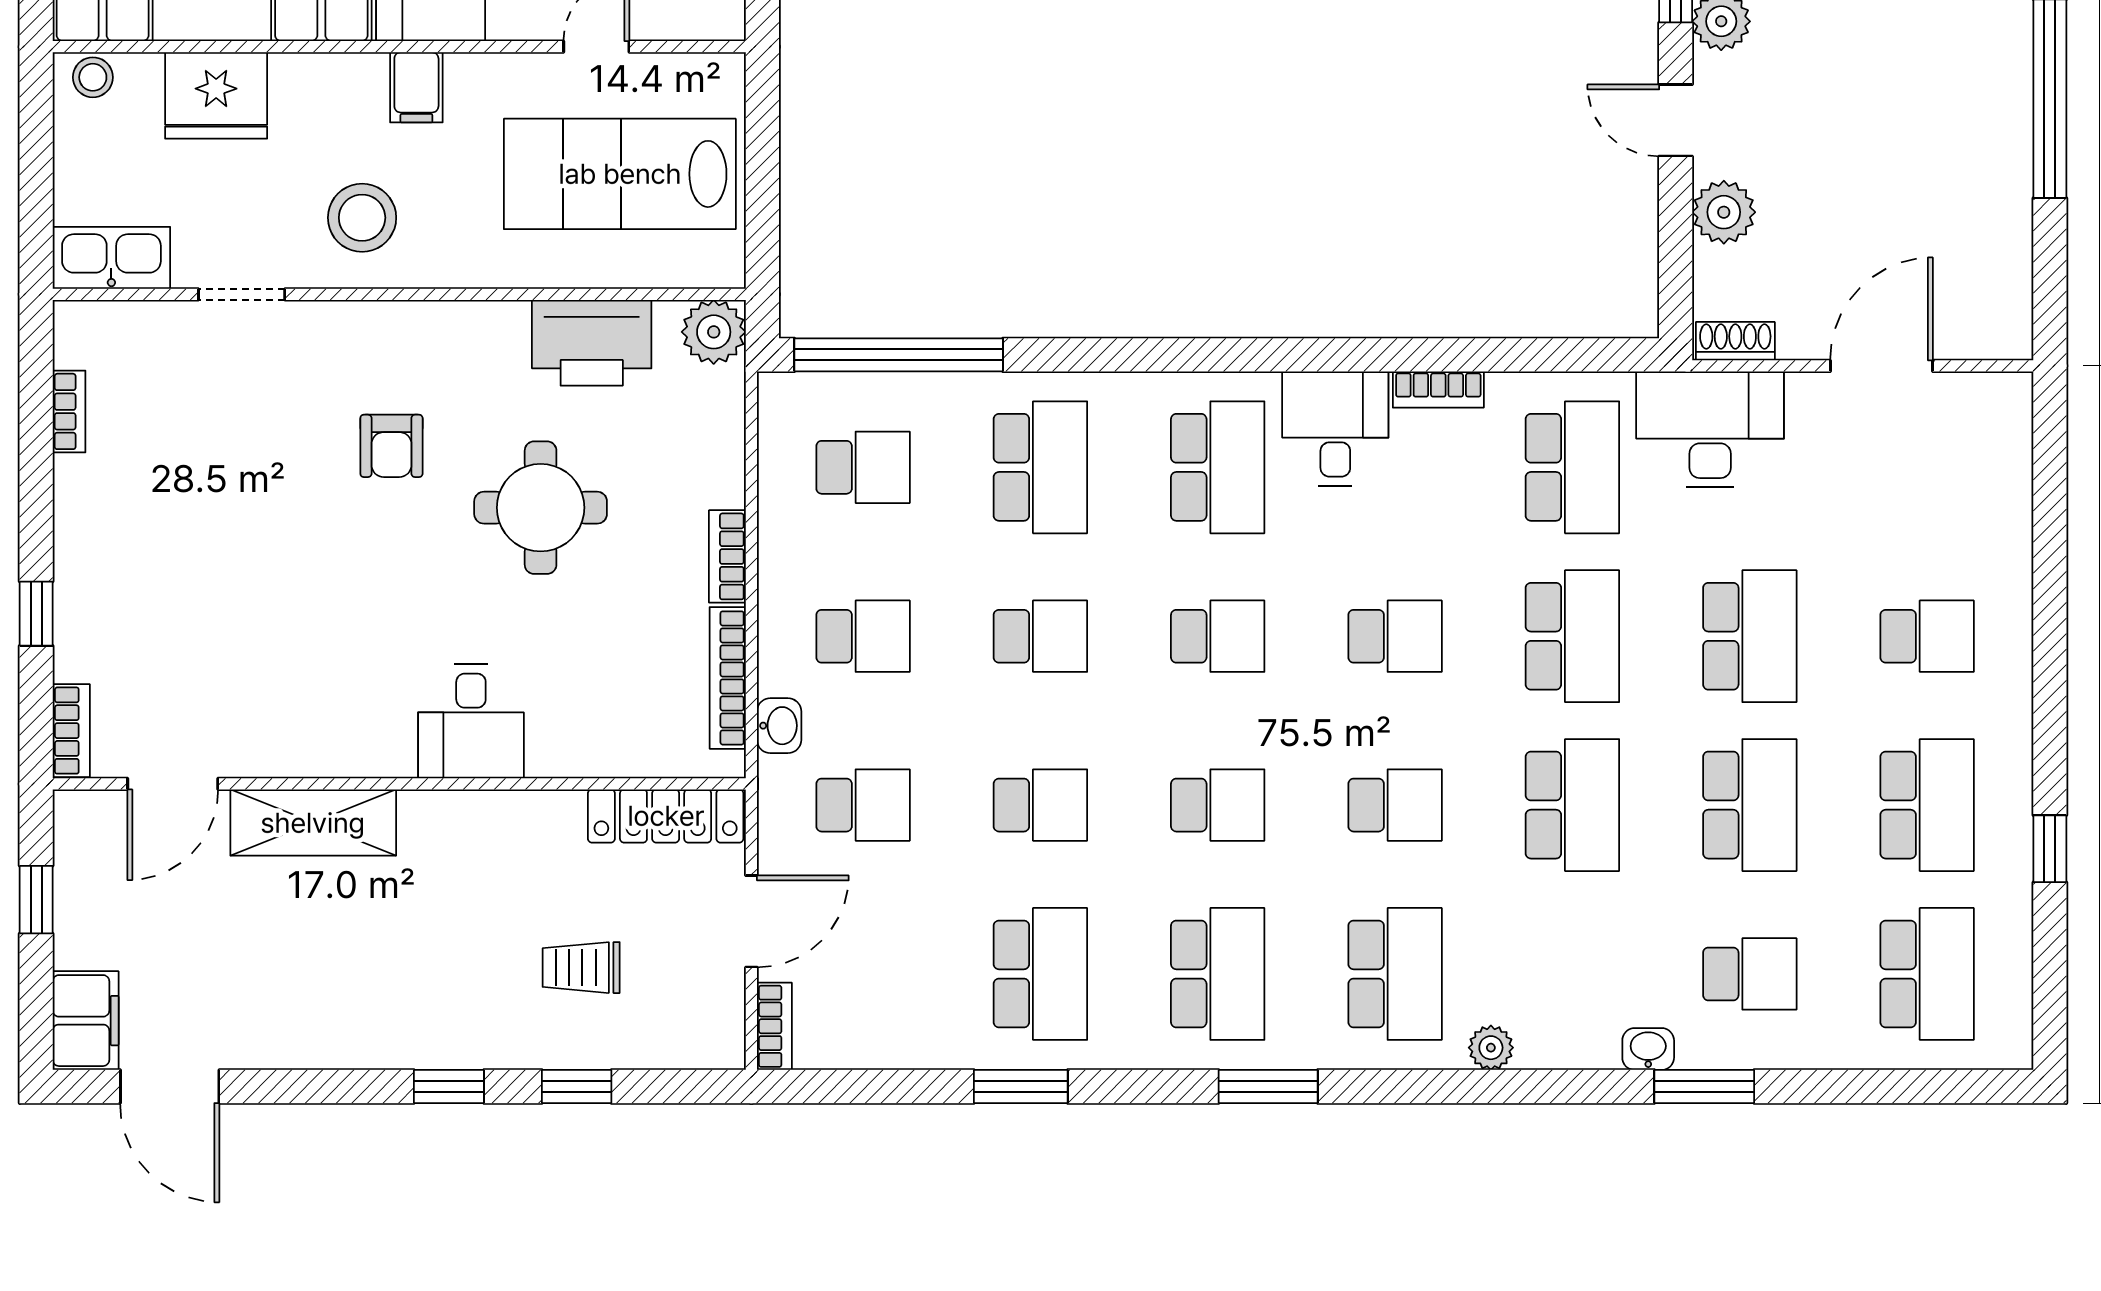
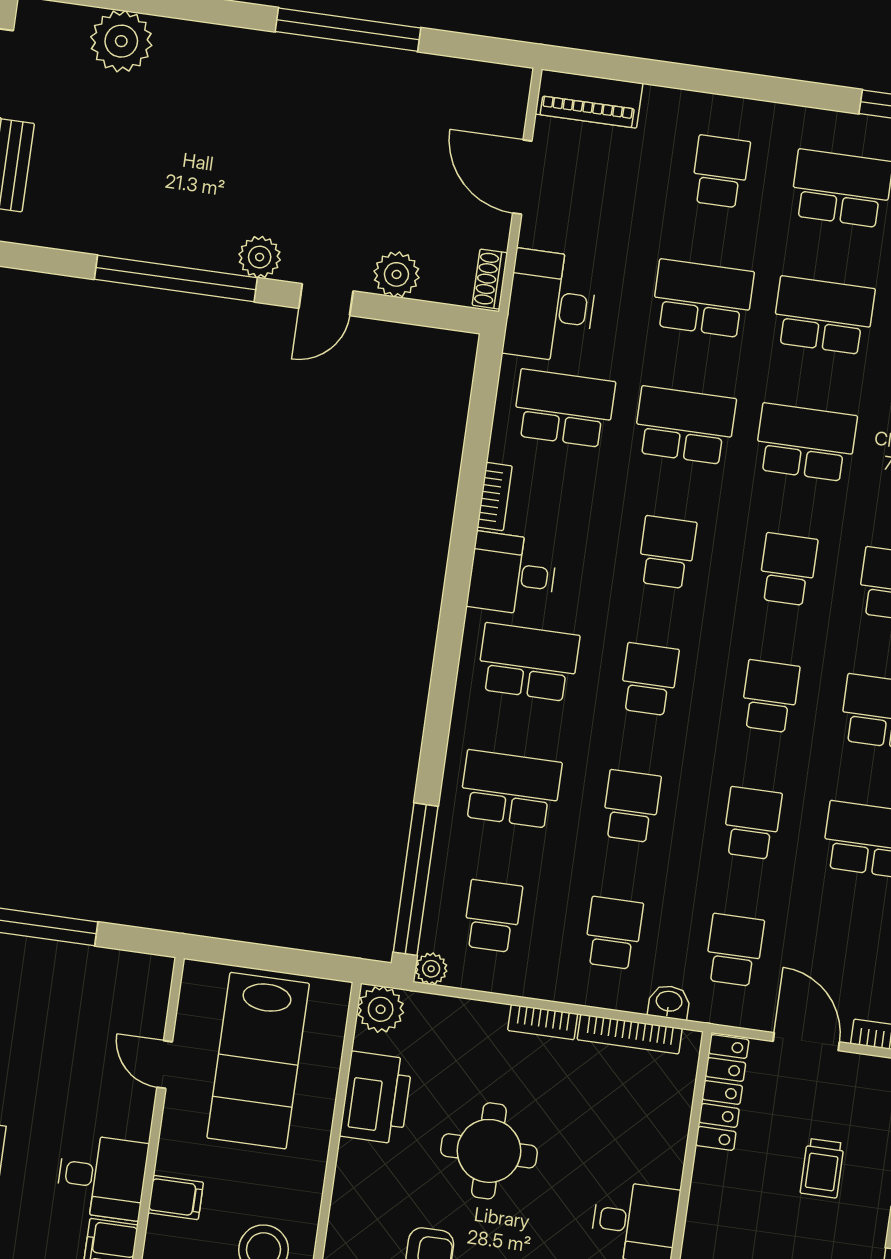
plant: (779, 393) -> (431, 969), added
piano: (2002, 442) -> (589, 99), added

